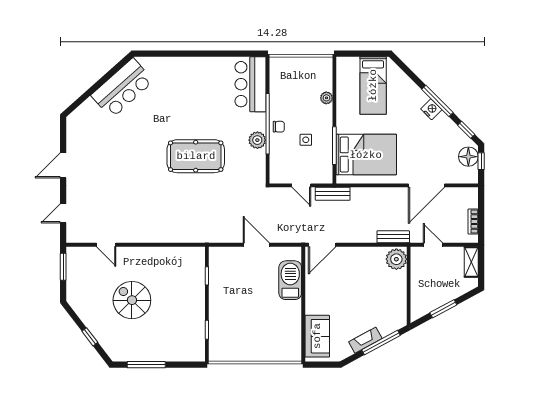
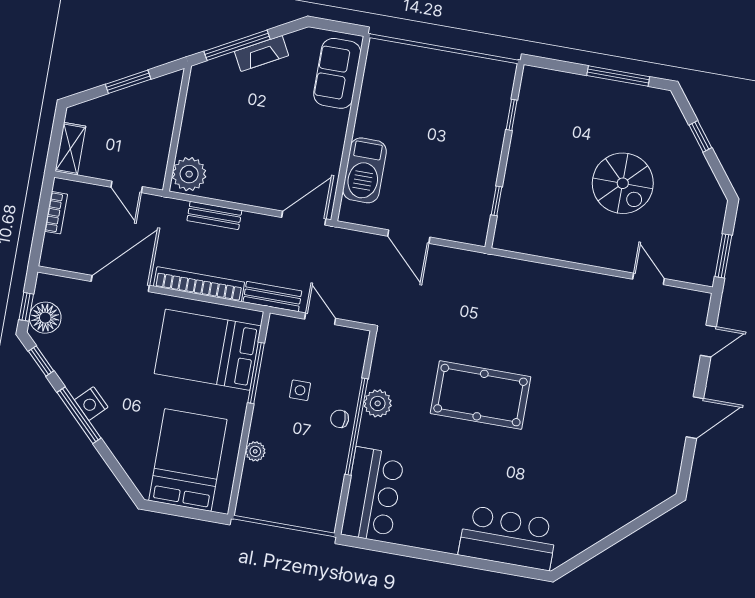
bed: (373, 85) -> (188, 460), width x1.50
bar counter: (122, 88) -> (508, 538), moved, turned 42
bookcase: (379, 193) -> (199, 284), added
bench: (393, 237) -> (214, 215), moved

